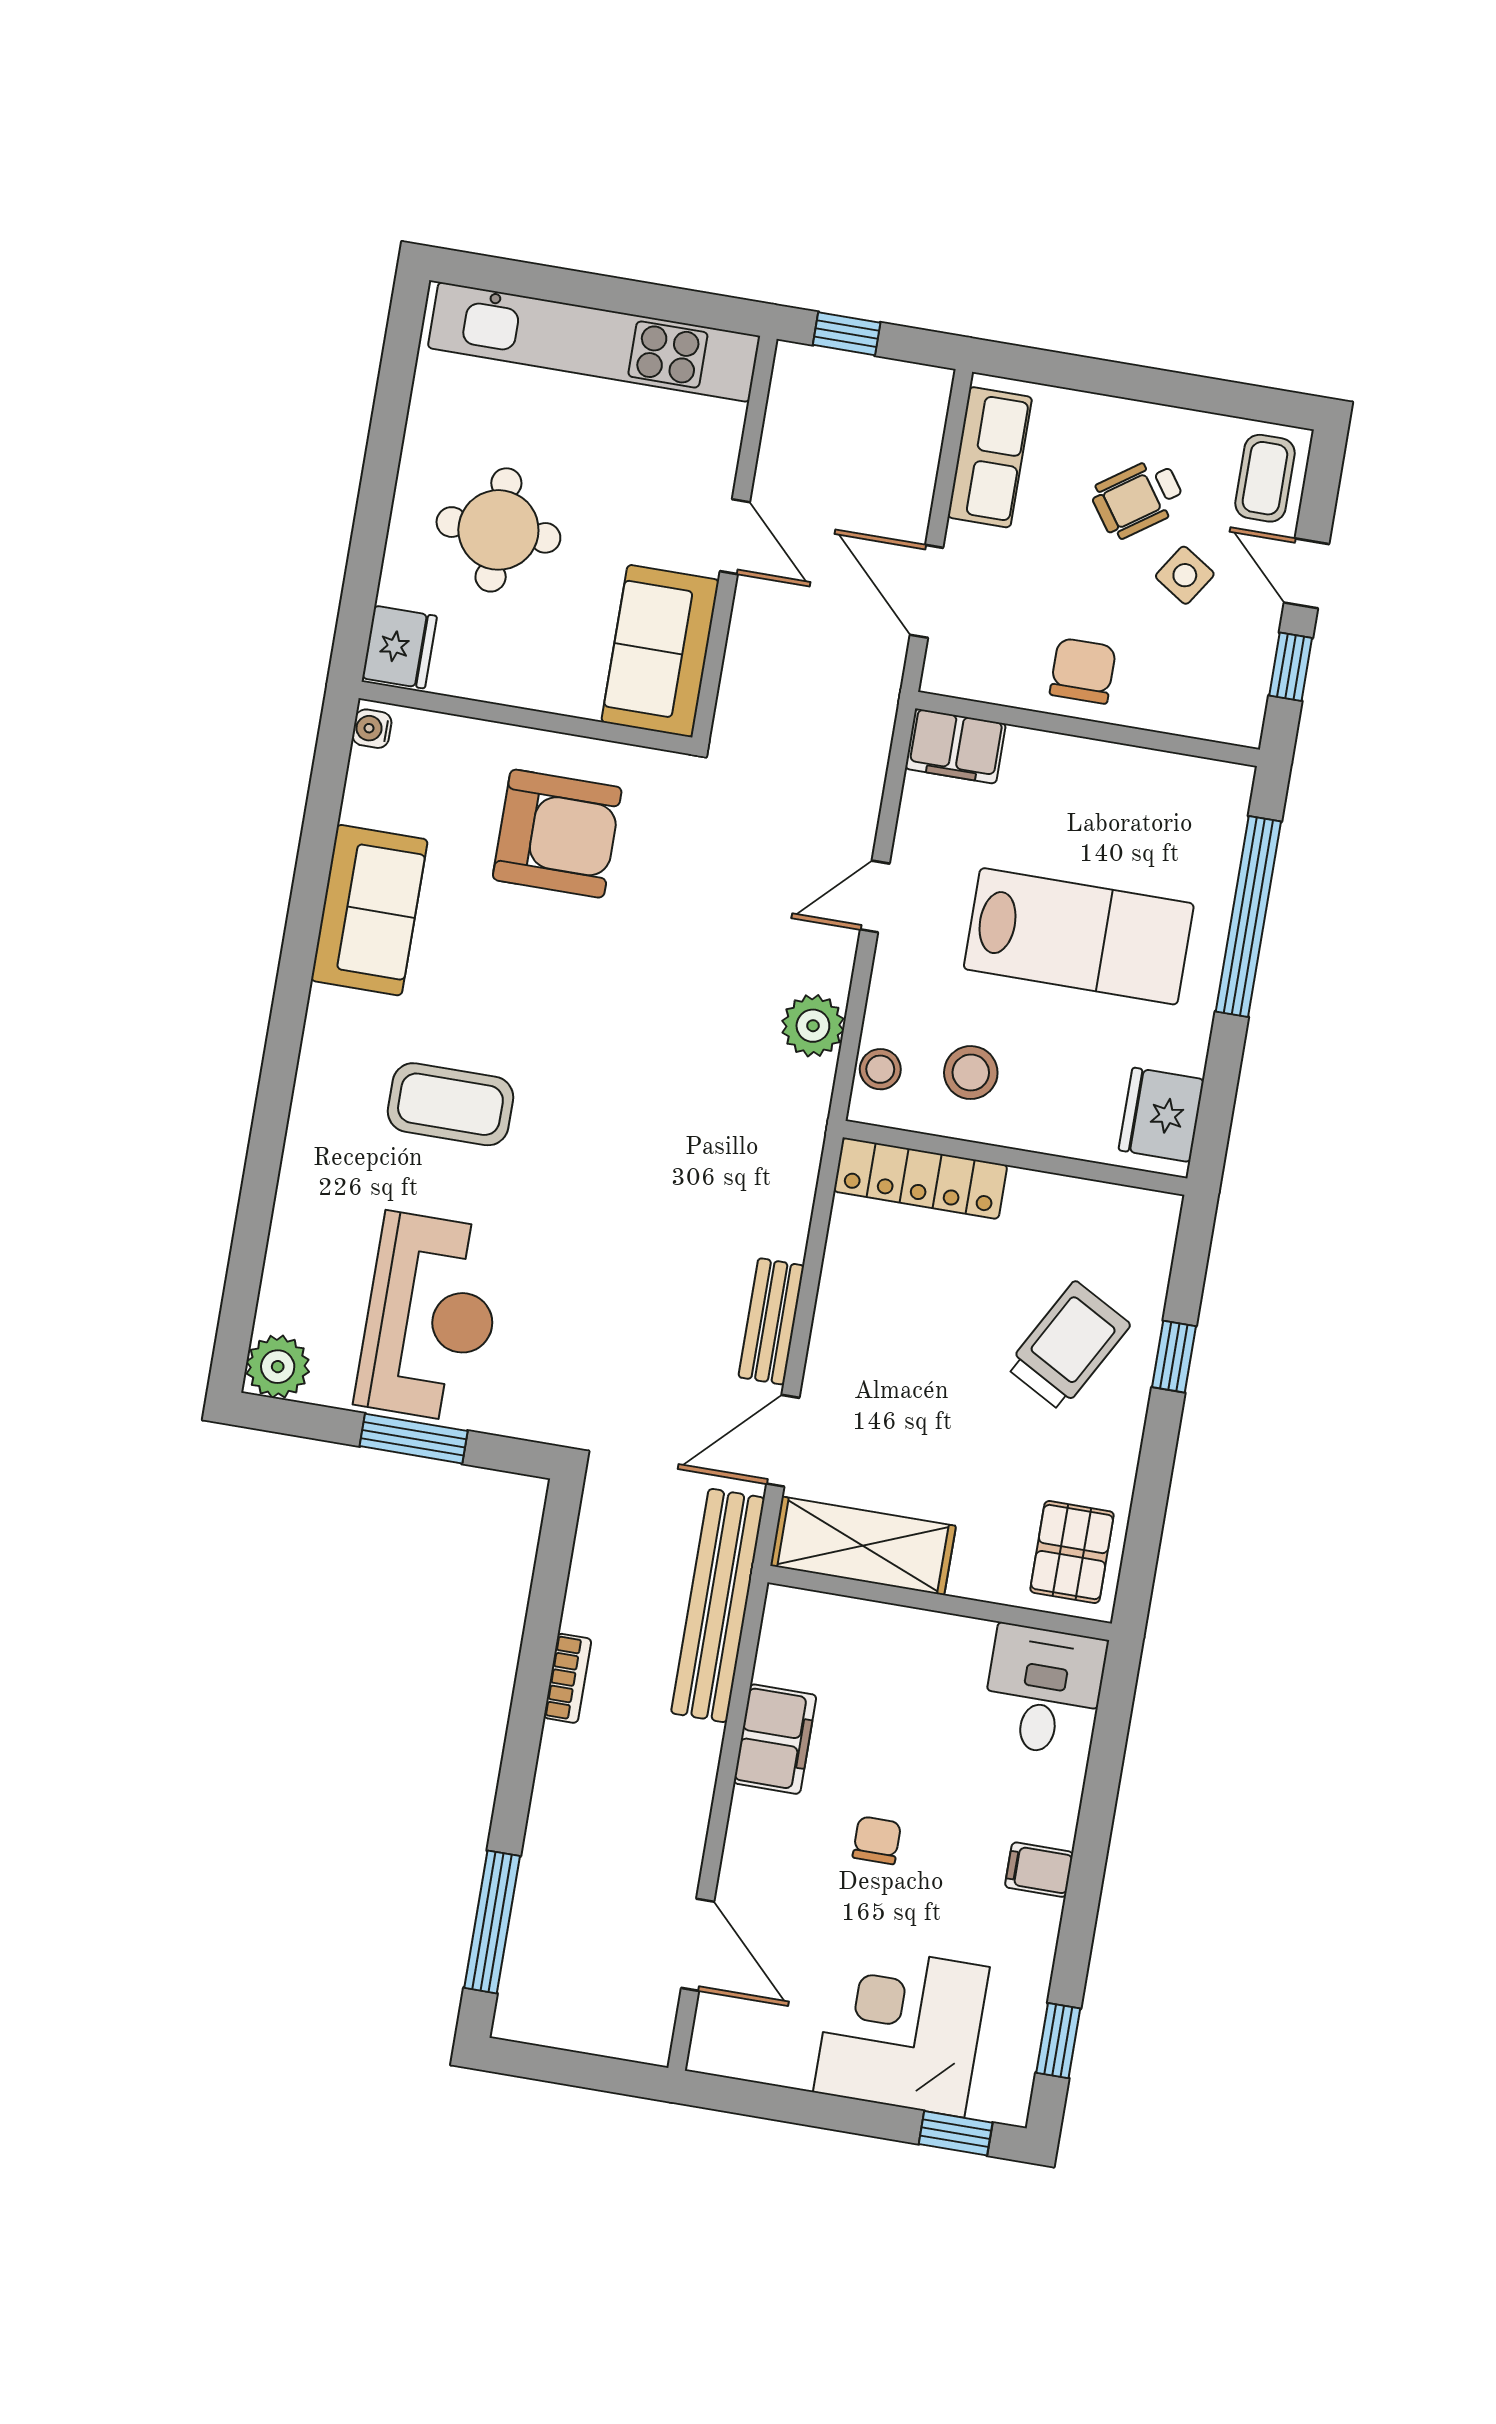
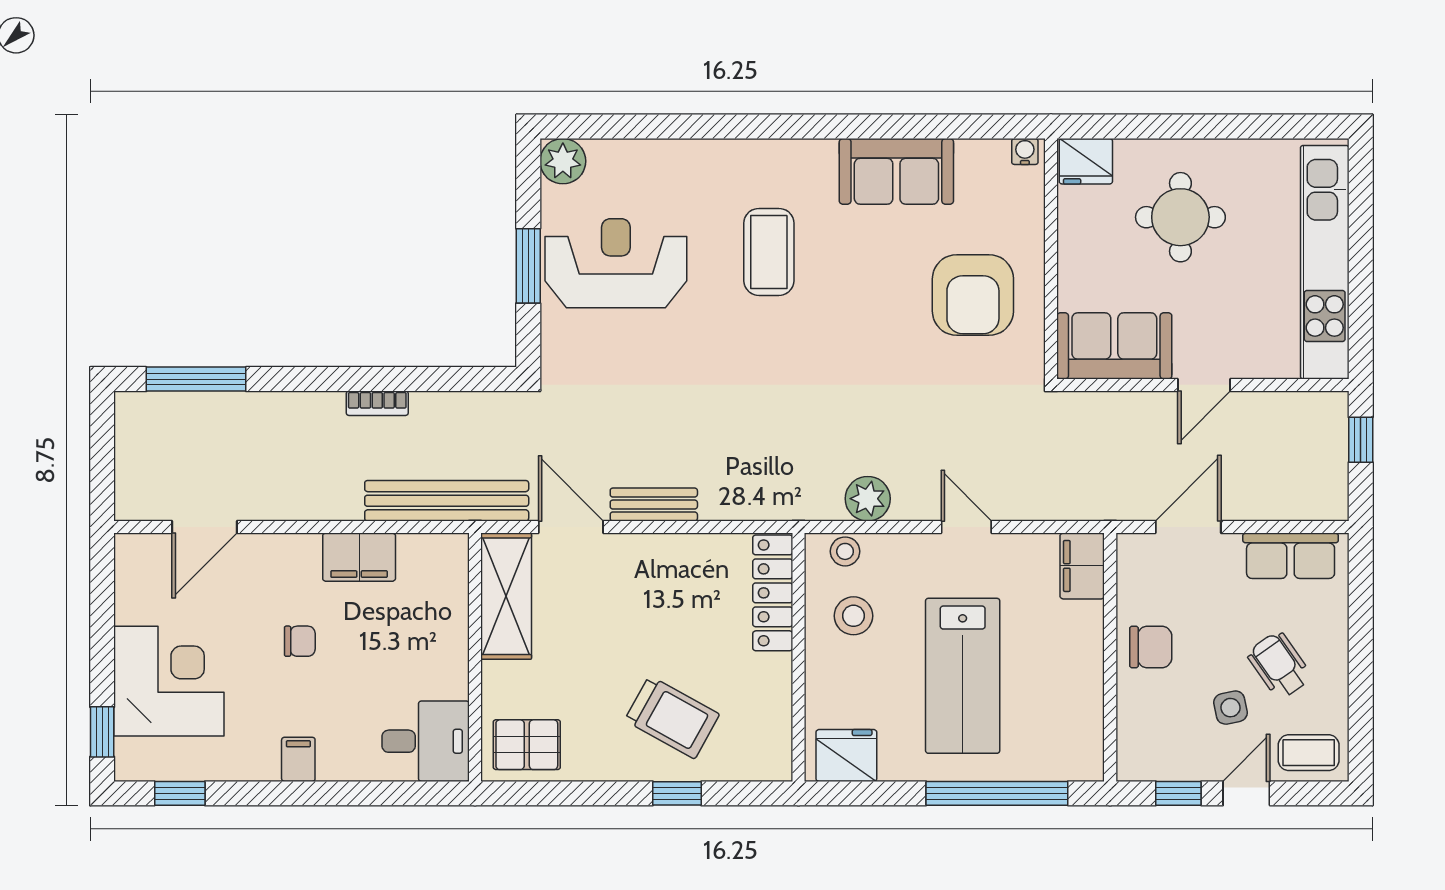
side table: (1185, 575) -> (1230, 708), turned 45
reception desk: (430, 1317) -> (616, 263), turned 180

